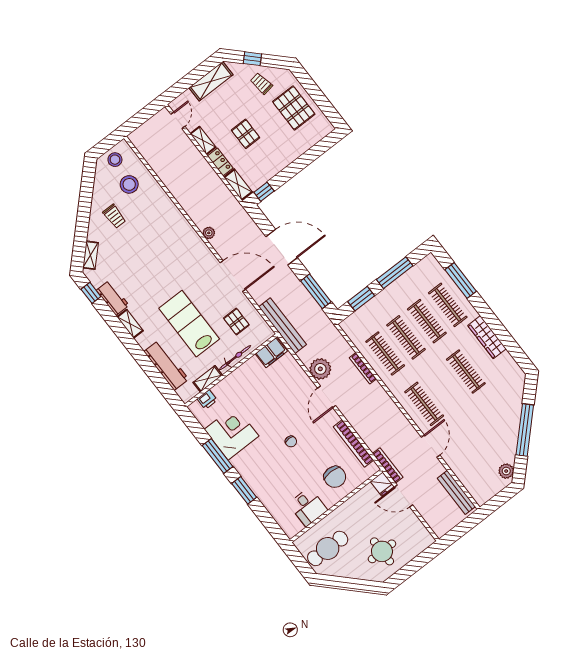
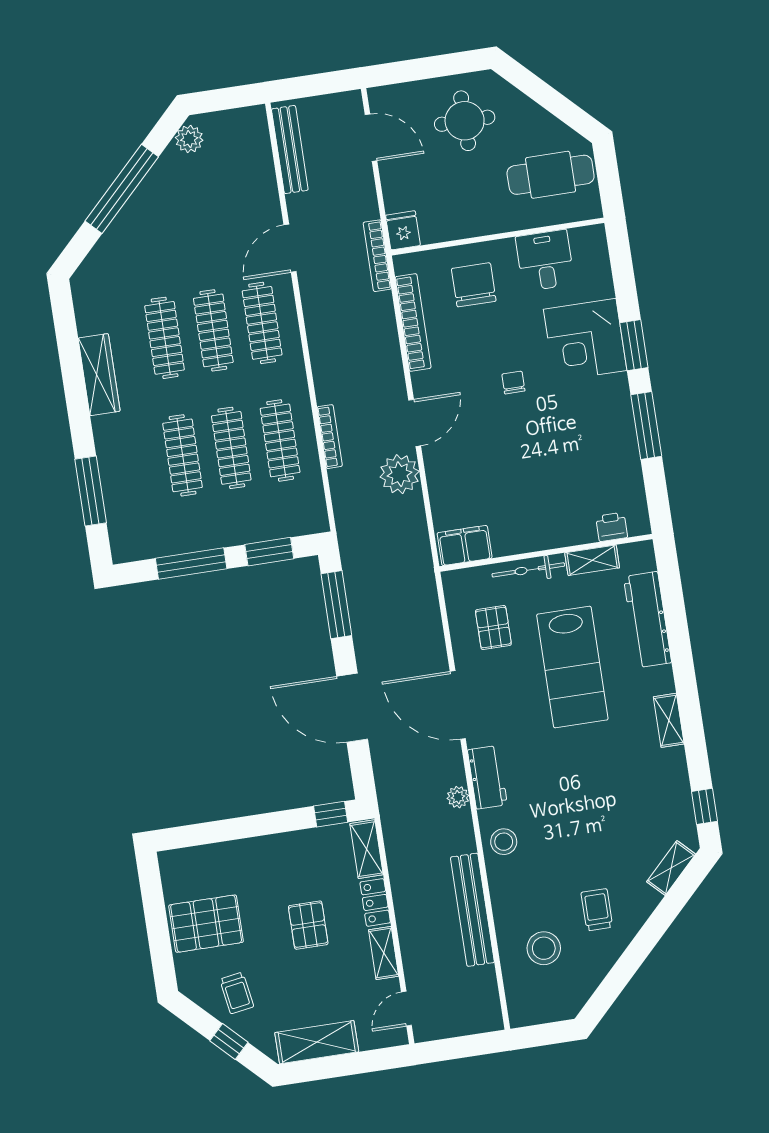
pallet: (294, 108) -> (206, 924), turned 90
stool: (115, 160) -> (504, 842), moved
workbench: (113, 298) -> (487, 777), moved, turned 180
clothes rail: (448, 305) -> (213, 330), moved
bench: (283, 326) -> (472, 910), moved
corner desk: (232, 433) -> (585, 340), moved
door: (403, 496) -> (371, 138), moved

